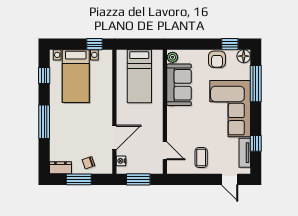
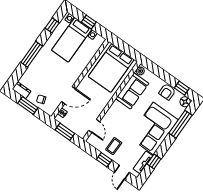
window: (95, 44) -> (89, 22), moved
bed: (139, 76) -> (111, 68), width x1.50
window: (201, 179) -> (104, 160), added

